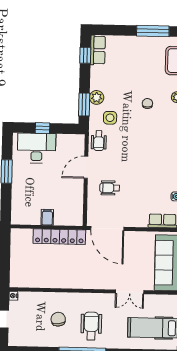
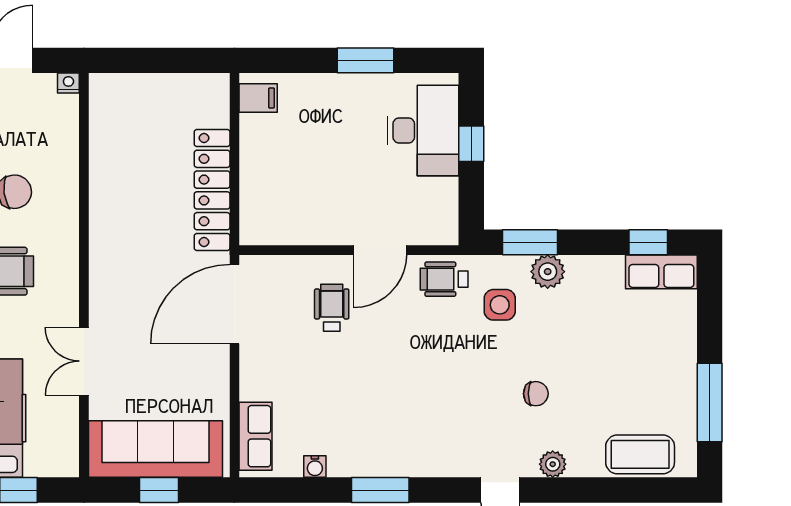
door: (86, 167) -> (380, 250), swing flipped
filing cabinet: (47, 217) -> (258, 98), moved

